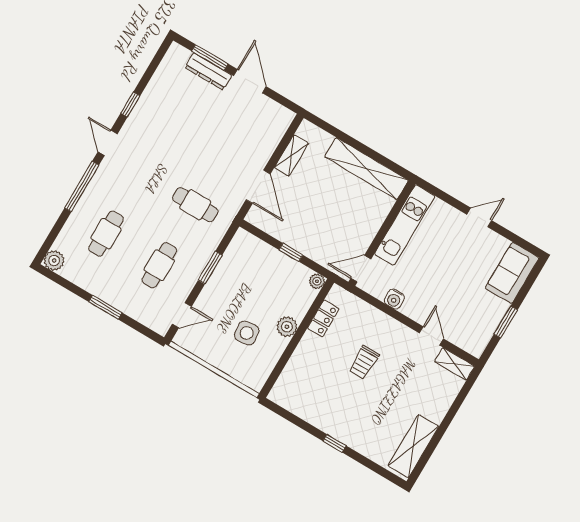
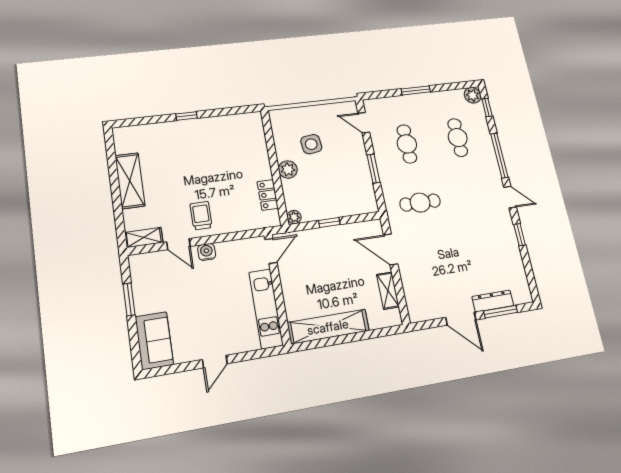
window: (51, 238) -> (487, 108), added
water cooler: (394, 299) -> (207, 252), moved
door: (182, 315) -> (364, 123), hinge flipped
trolley: (364, 362) -> (201, 216), moved
shelving: (413, 446) -> (130, 181), moved

